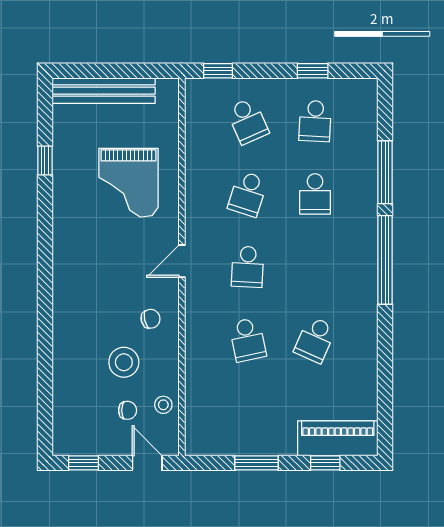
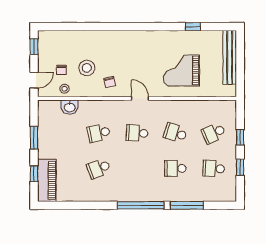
window: (218, 71) -> (240, 137), moved
school desk: (315, 340) -> (99, 168), turned -45
washbasin: (198, 395) -> (70, 107), added

